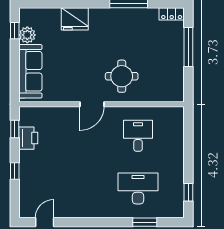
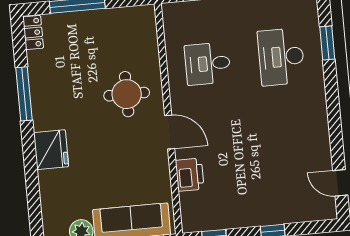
fridge: (75, 19) -> (51, 150), moved
printer: (28, 138) -> (190, 175), moved, turned 90

